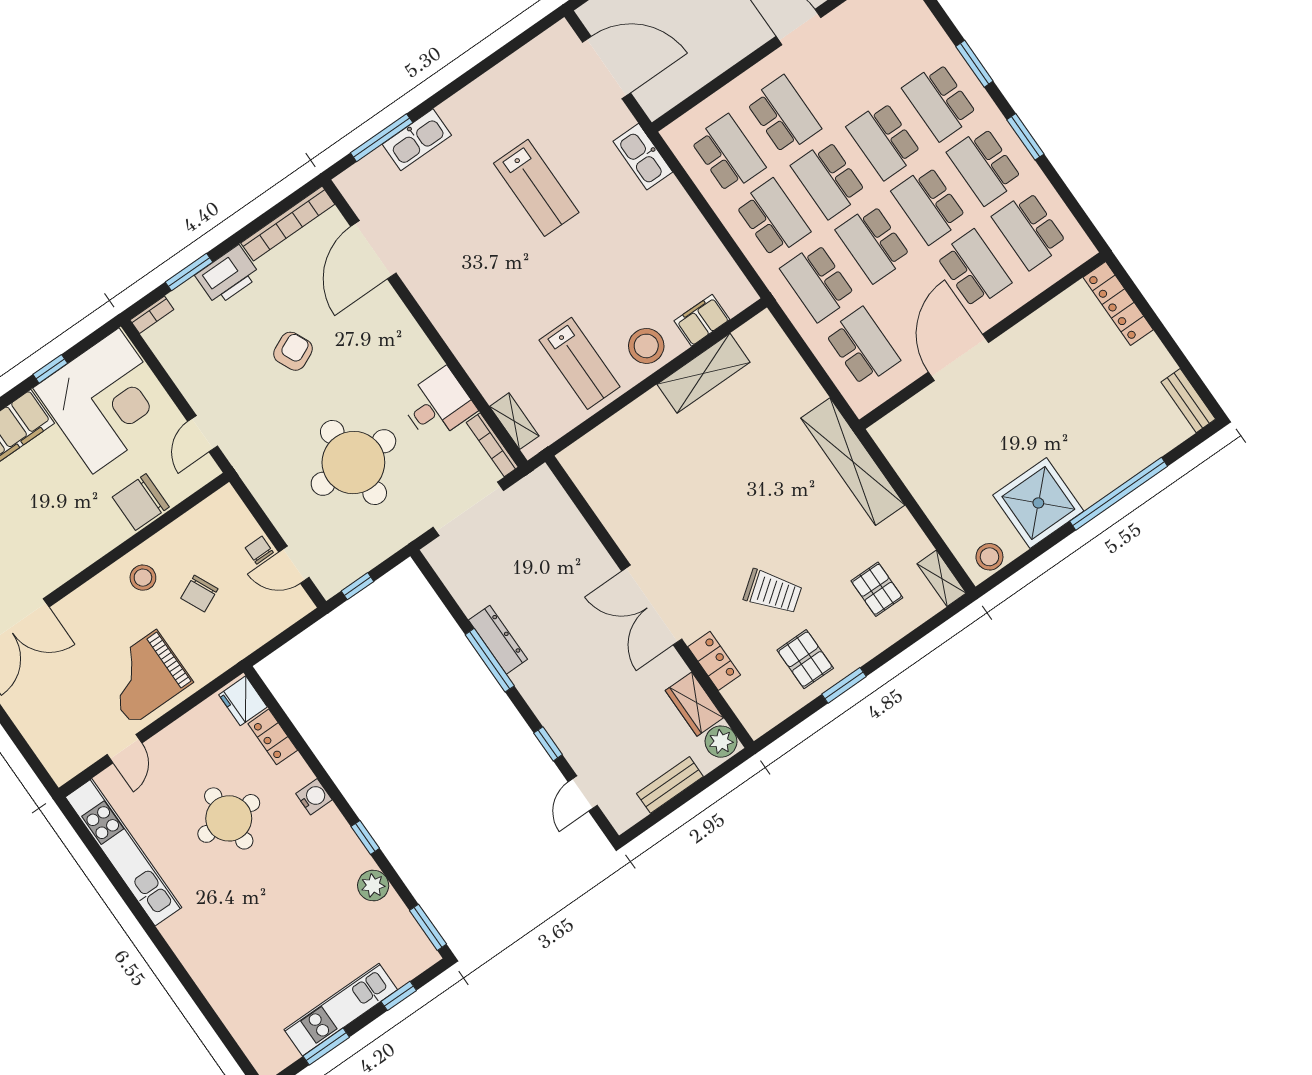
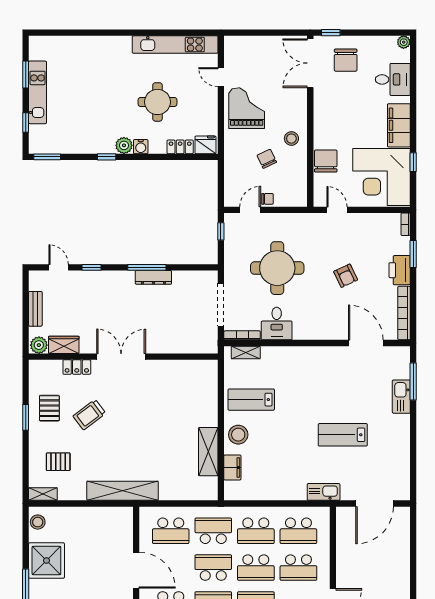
school desk: (828, 179) -> (256, 568), turned 180
pallet: (805, 659) -> (49, 408), turned 90
plant: (373, 886) -> (124, 145), moved

